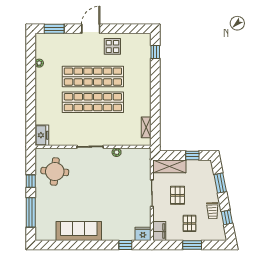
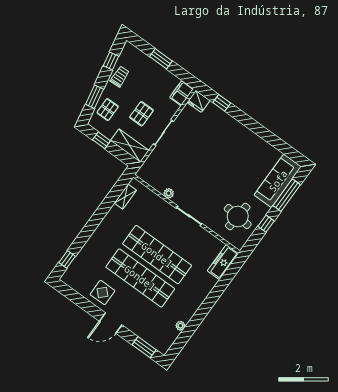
freezer: (42, 135) -> (223, 262), width x1.40
pallet: (190, 223) -> (108, 110), moved
sofa: (79, 231) -> (278, 181), moved, turned 90

